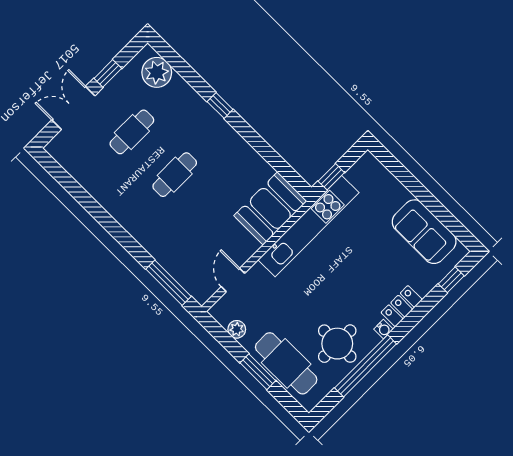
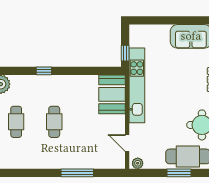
window: (168, 283) -> (77, 173), moved
plant: (237, 329) -> (138, 163), moved

